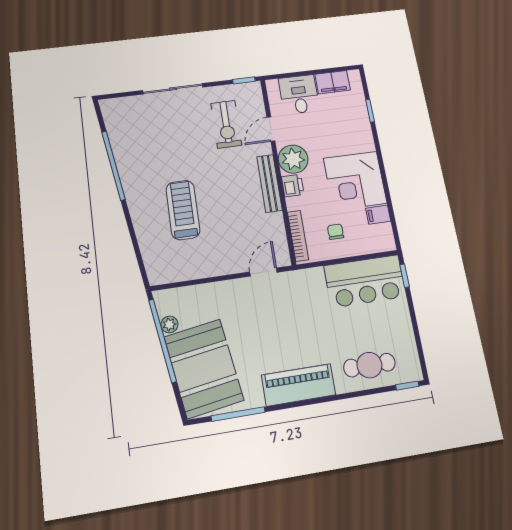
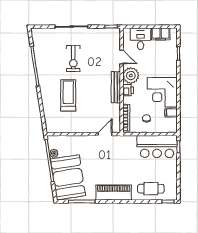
exercise bike: (226, 124) -> (73, 58), moved
door: (271, 129) -> (122, 57), swing flipped

